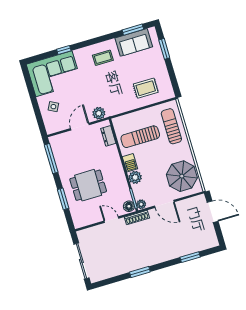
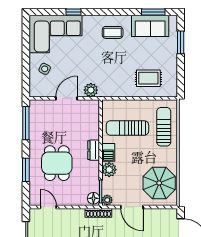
dresser: (108, 136) -> (94, 150), moved
dining table: (88, 185) -> (57, 163), turned 90
door: (111, 220) -> (48, 207), moved

